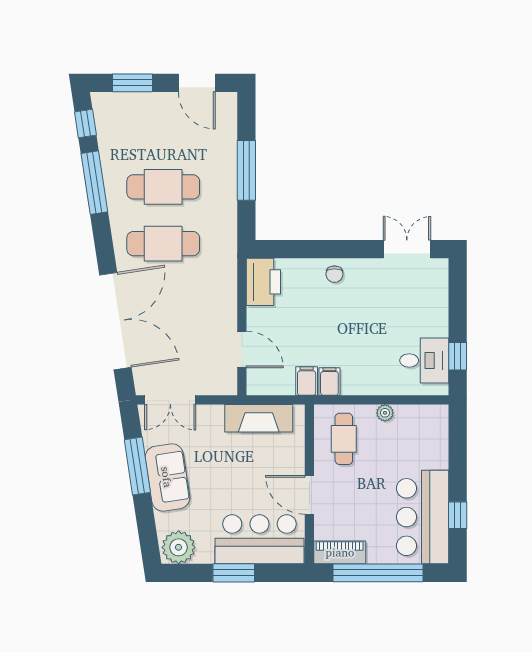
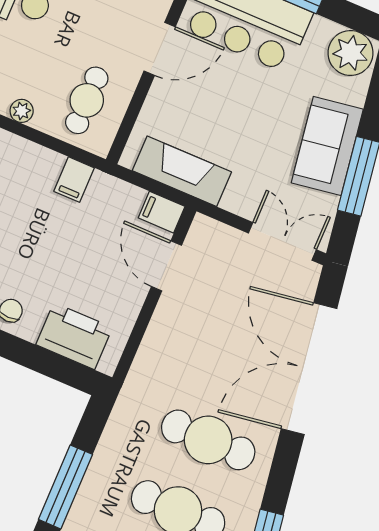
printer: (263, 282) -> (74, 336), moved, turned 90
filing cabinet: (307, 381) -> (162, 212), moved, turned 90
door: (309, 495) -> (160, 49), hinge flipped

